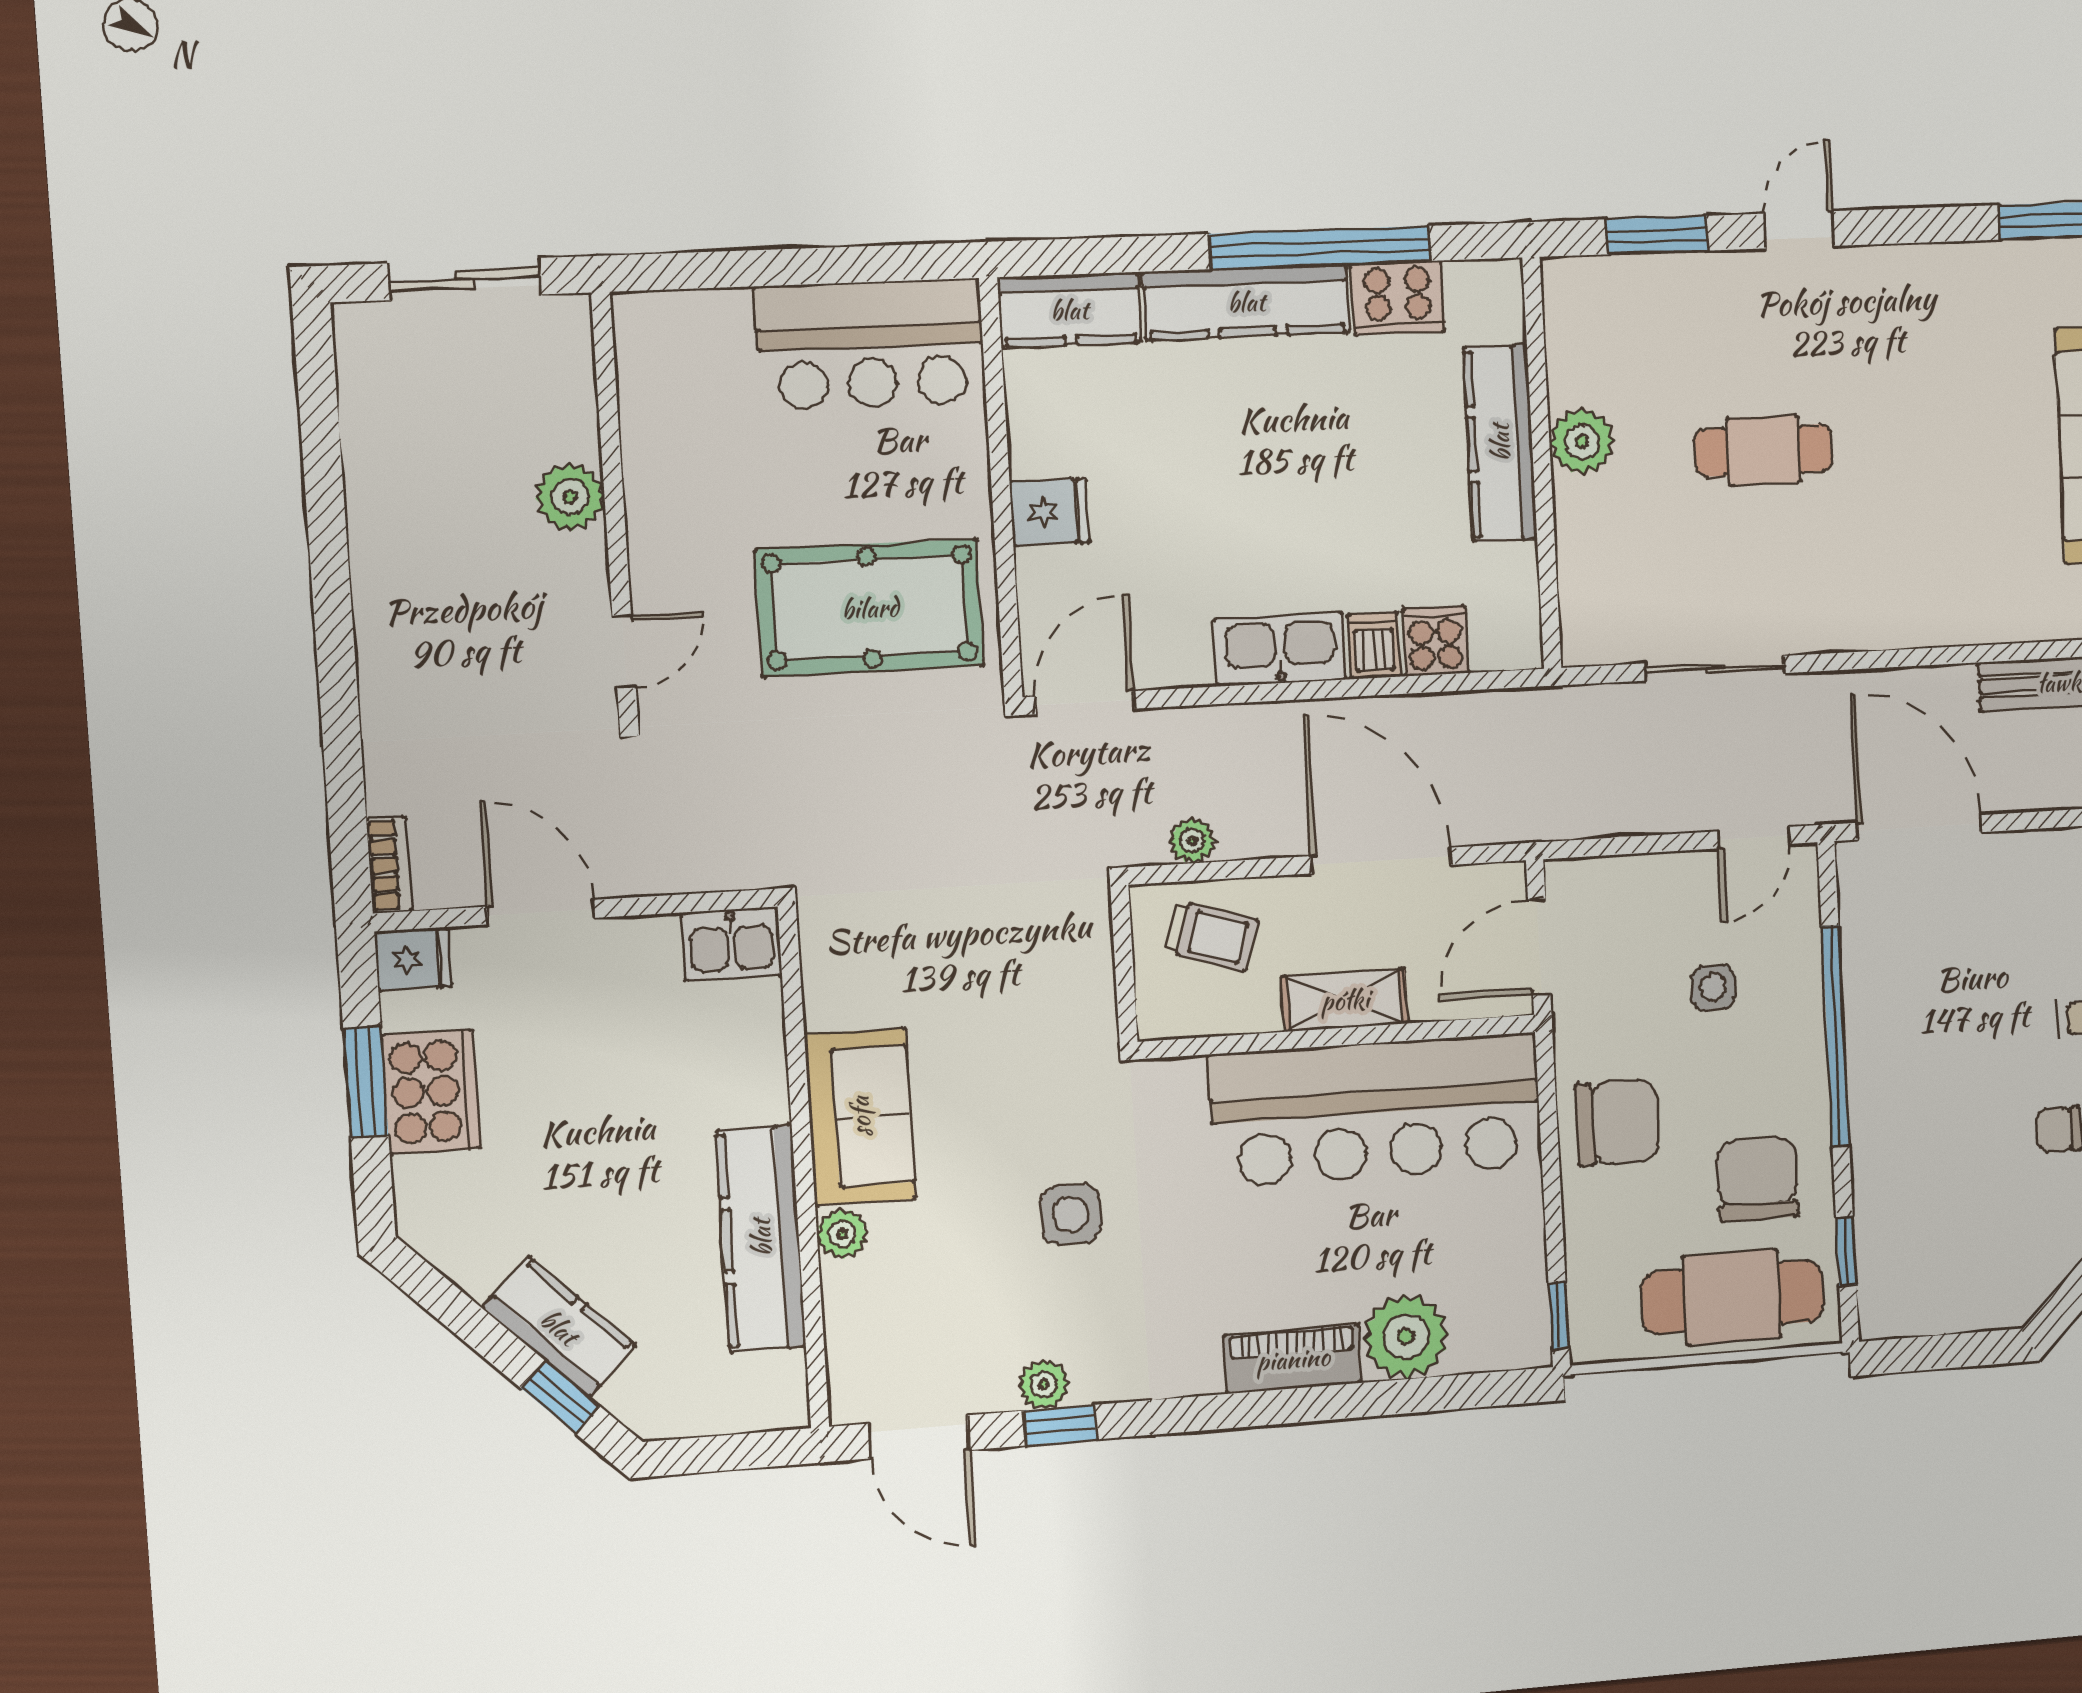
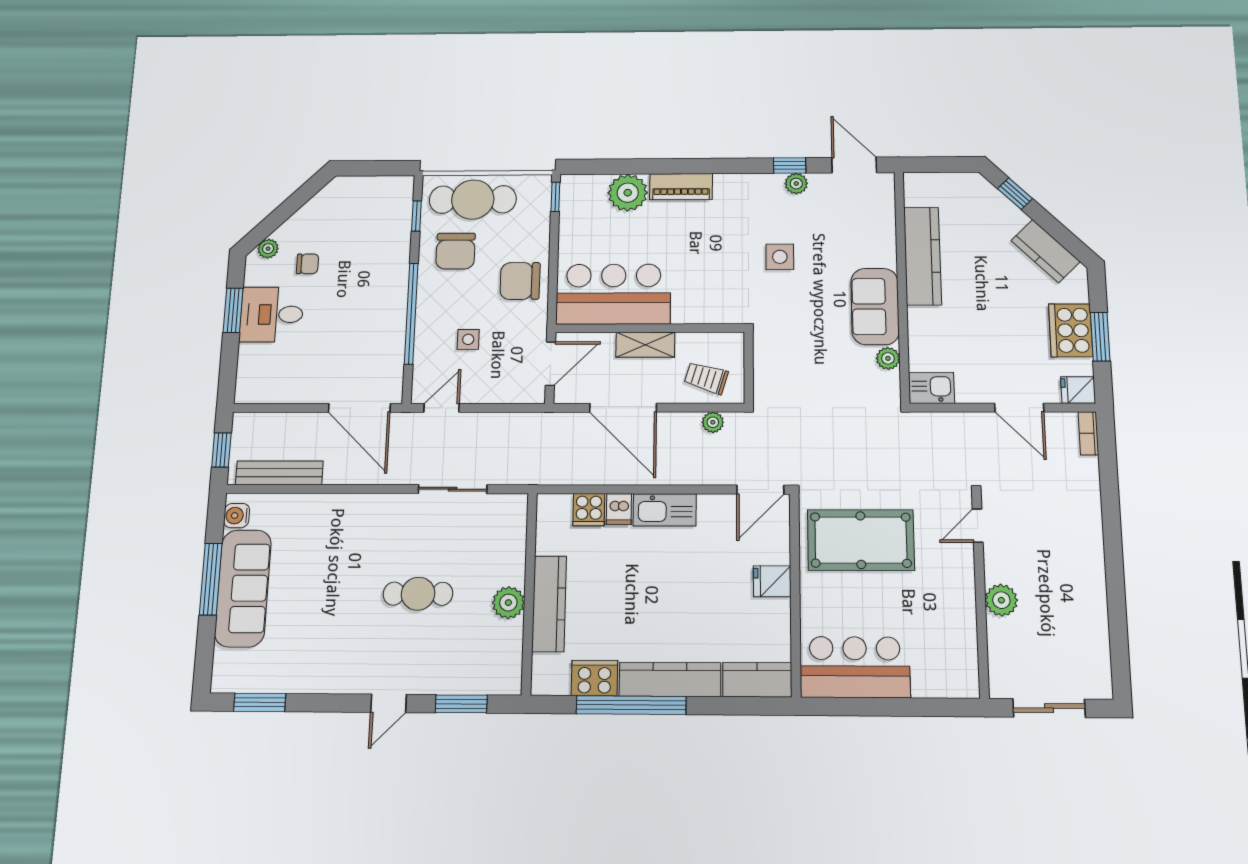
bar counter: (1376, 1110) -> (613, 294), width x0.73
plant: (842, 1234) -> (888, 358), moved
kitchen counter: (559, 1327) -> (1046, 251), moved

